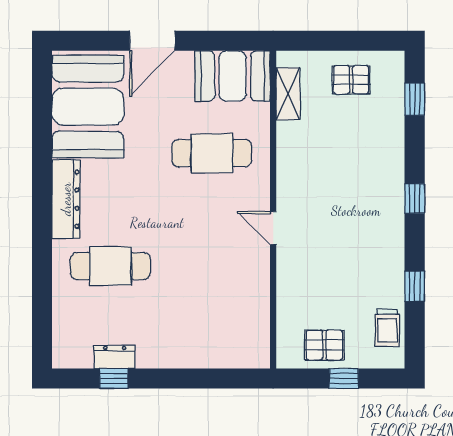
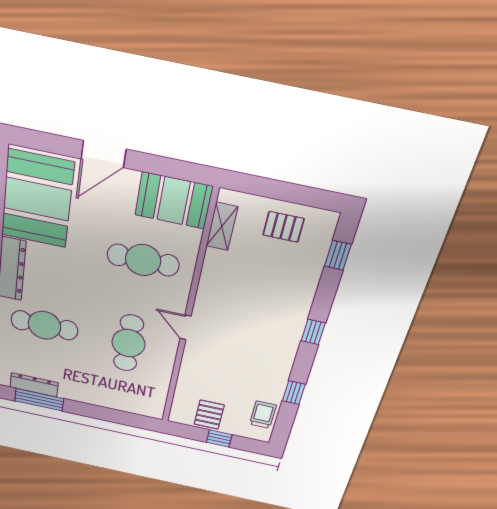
cafe table: (212, 266) -> (128, 343), added
trolley: (387, 328) -> (263, 415), turned 180
pallet: (324, 345) -> (209, 415), turned 90
dresser: (115, 357) -> (34, 385), width x1.44
window: (114, 379) -> (39, 400), width x2.17

